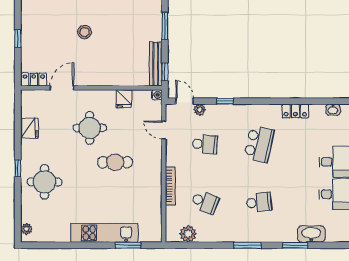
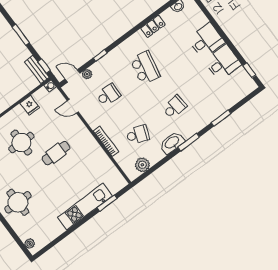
bench: (156, 64) -> (37, 69), width x0.73
washbasin: (311, 234) -> (172, 143), moved

